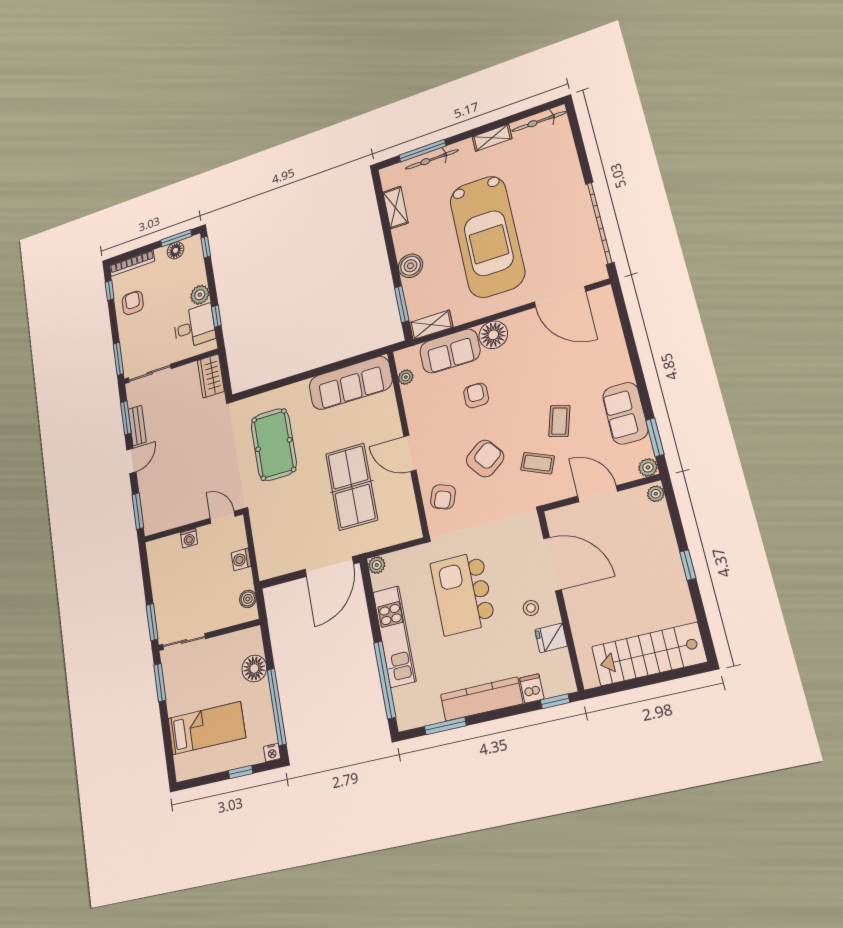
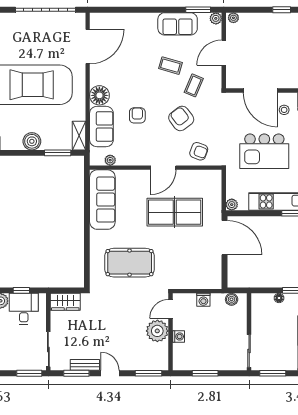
armchair: (476, 395) -> (137, 115), turned 90
plant: (192, 508) -> (157, 331), added
door: (552, 564) -> (260, 90), swing flipped
window: (152, 622) -> (205, 373), moved
floor lamp: (254, 668) -> (279, 298), width x0.53, depth x0.53

